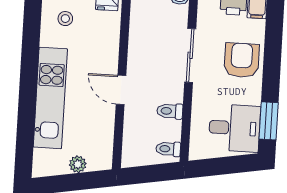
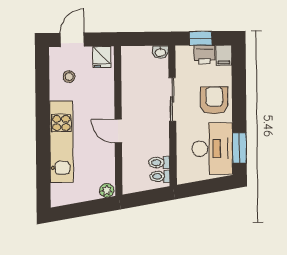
toilet: (170, 111) -> (159, 163), moved
desk: (234, 128) -> (212, 149), width x1.37
plant: (78, 164) -> (107, 190), moved

